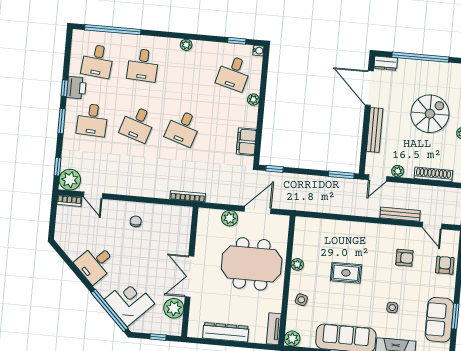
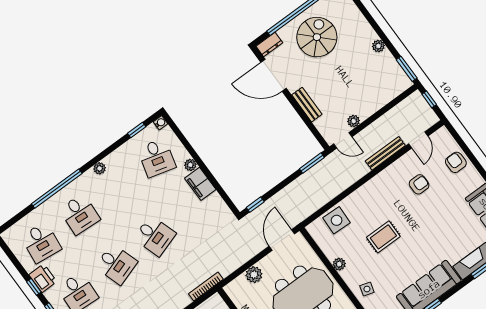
window: (113, 30) -> (57, 189), moved
spiral stairs: (430, 114) -> (317, 37), moved
desk: (138, 124) -> (116, 264), turned -36
desk: (183, 128) -> (155, 236), turned -36
bench: (375, 130) -> (307, 105), width x0.73
filing cabinet: (246, 142) -> (200, 184), moved
shoe rack: (433, 174) -> (384, 99), removed
door: (378, 178) -> (343, 140), hinge flipped
door: (258, 210) -> (282, 240), moved
door: (432, 225) -> (418, 140), hinge flipped
side table: (392, 308) -> (337, 220), moved, width x1.87, depth x1.87

